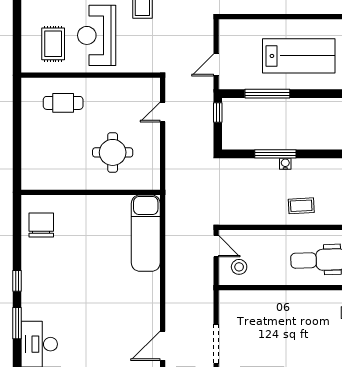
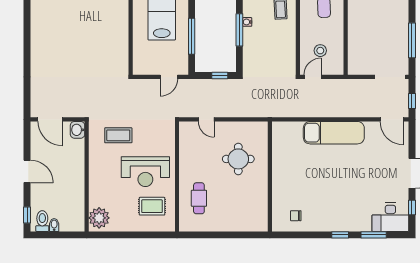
door: (216, 65) -> (169, 77), hinge flipped
window: (218, 112) -> (220, 76), moved
chair: (41, 225) -> (296, 216), width x0.54, depth x0.54
exam couch: (146, 233) -> (334, 133), moved
stool: (239, 267) -> (320, 51), moved

